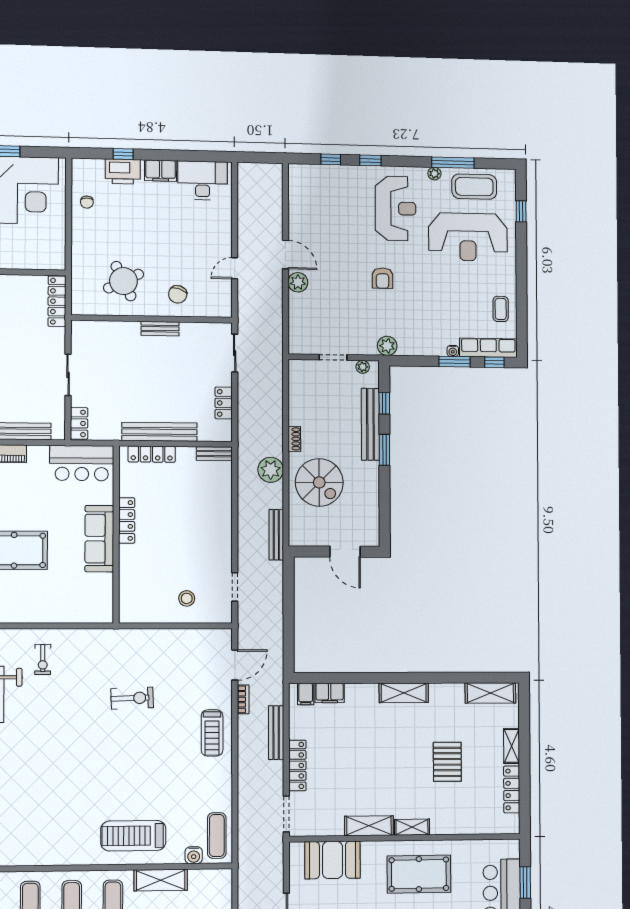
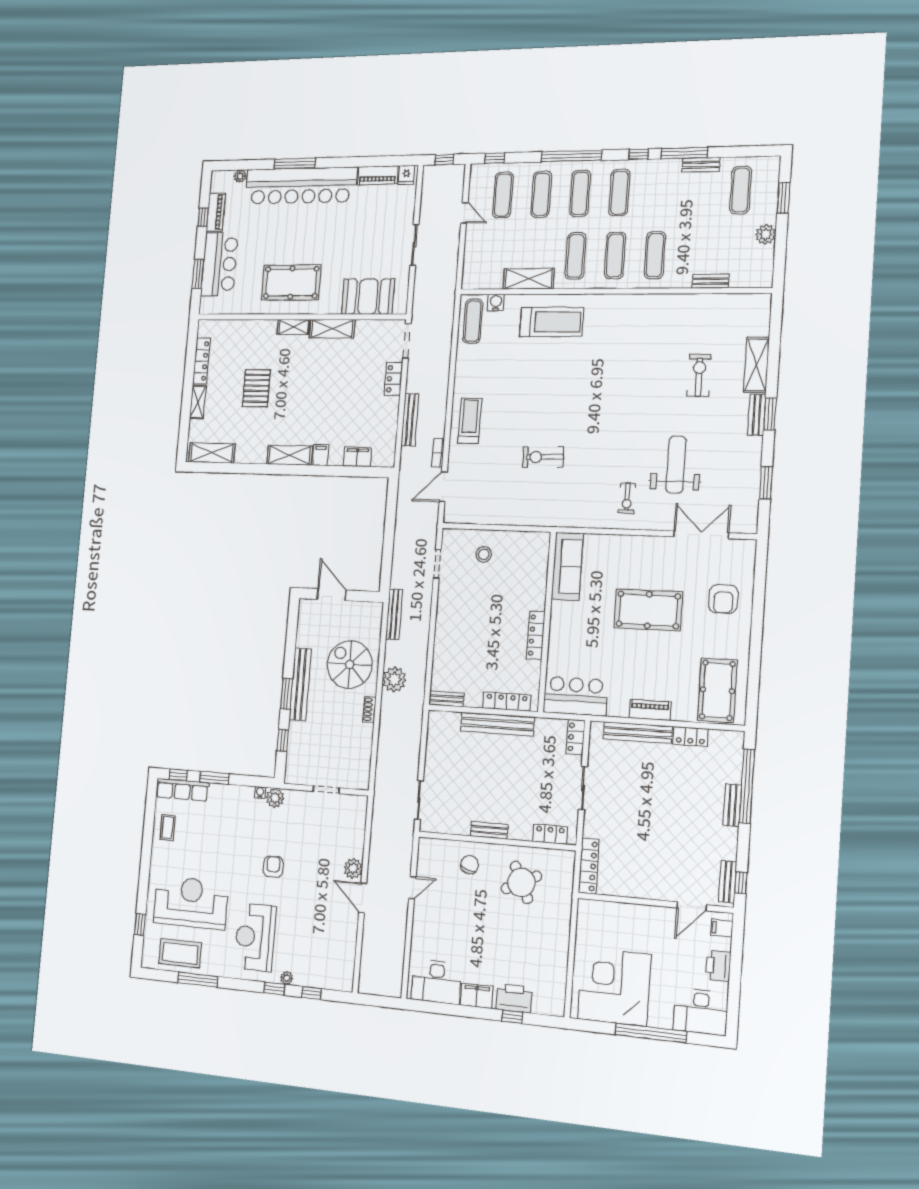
plant: (434, 174) -> (287, 978), moved
chair: (87, 202) -> (552, 969), removed
water cooler: (453, 351) -> (260, 792), moved
plant: (363, 367) -> (299, 778), removed
locker: (224, 403) -> (550, 834), moved, turned -90
bench: (370, 424) -> (300, 684), moved
sofa: (99, 539) -> (567, 566), moved
exercise bike: (43, 659) -> (627, 498), turned 180
filing cabinet: (306, 694) -> (320, 455), moved
locker: (297, 765) -> (393, 379), width x0.66

